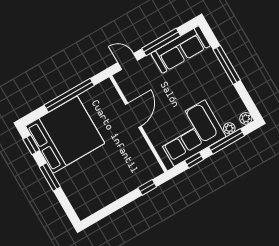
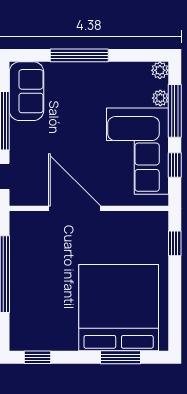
sofa: (181, 49) -> (27, 91), width x0.73
door: (133, 115) -> (74, 208), width x1.36
bed: (65, 135) -> (119, 308), moved
window: (50, 177) -> (120, 357), moved

